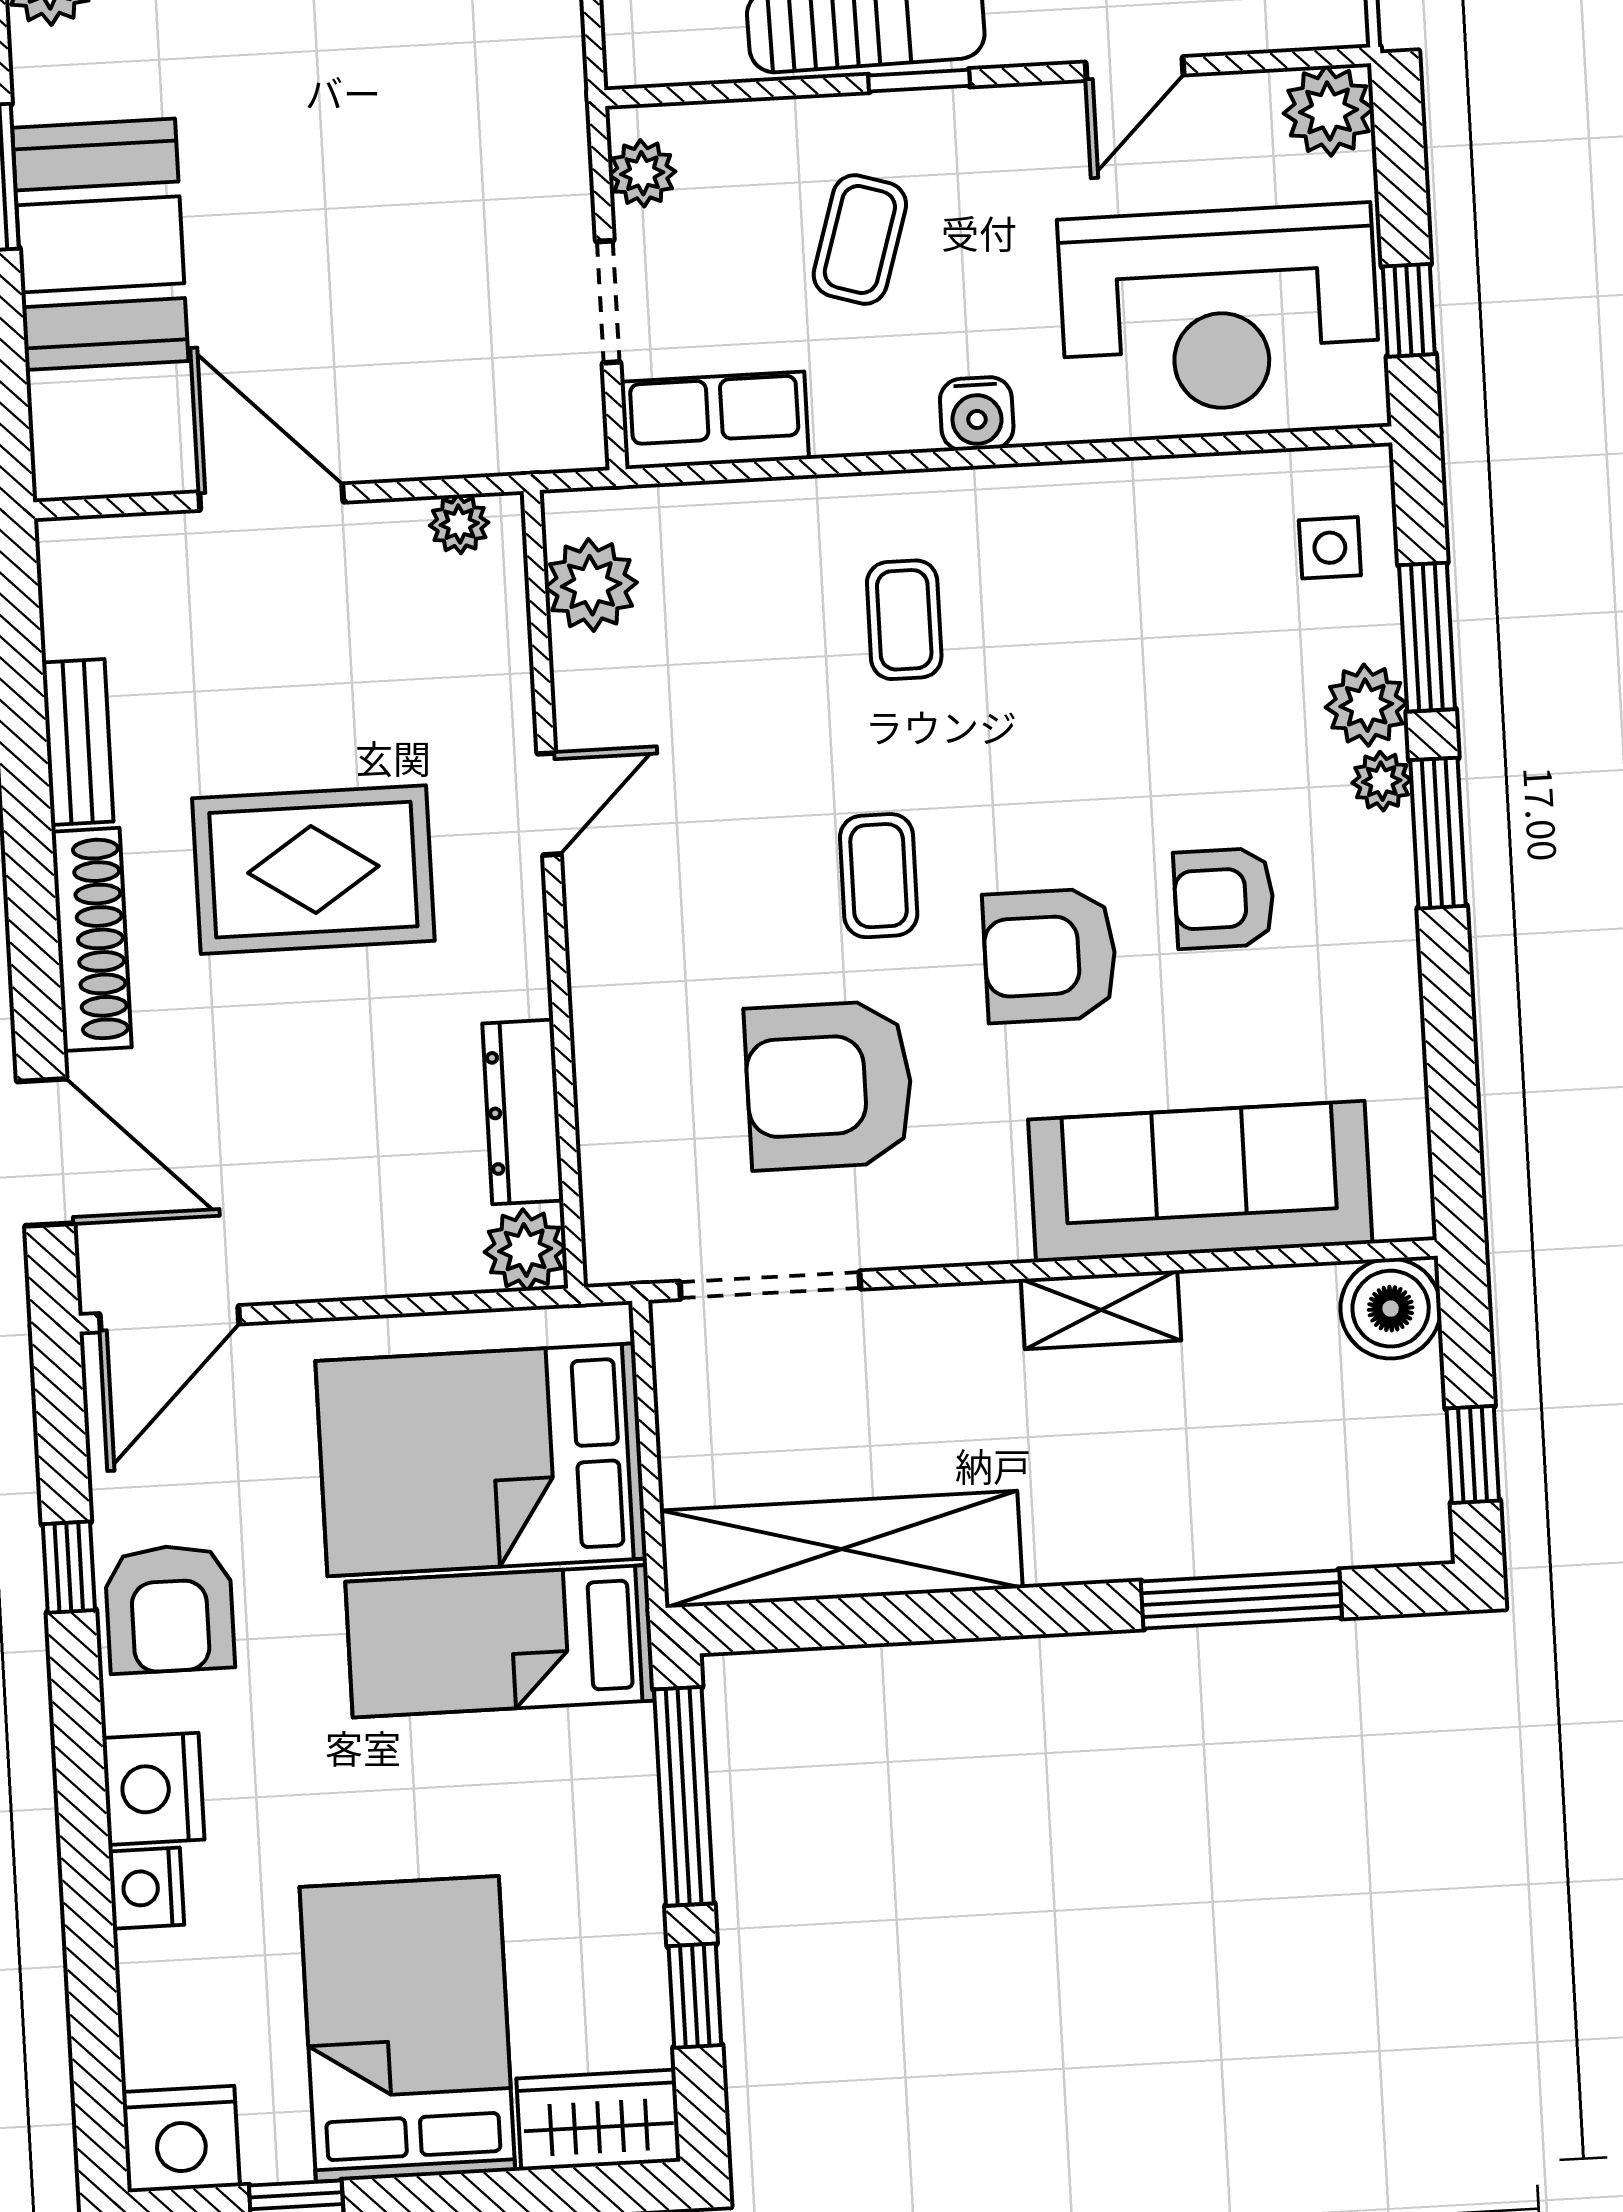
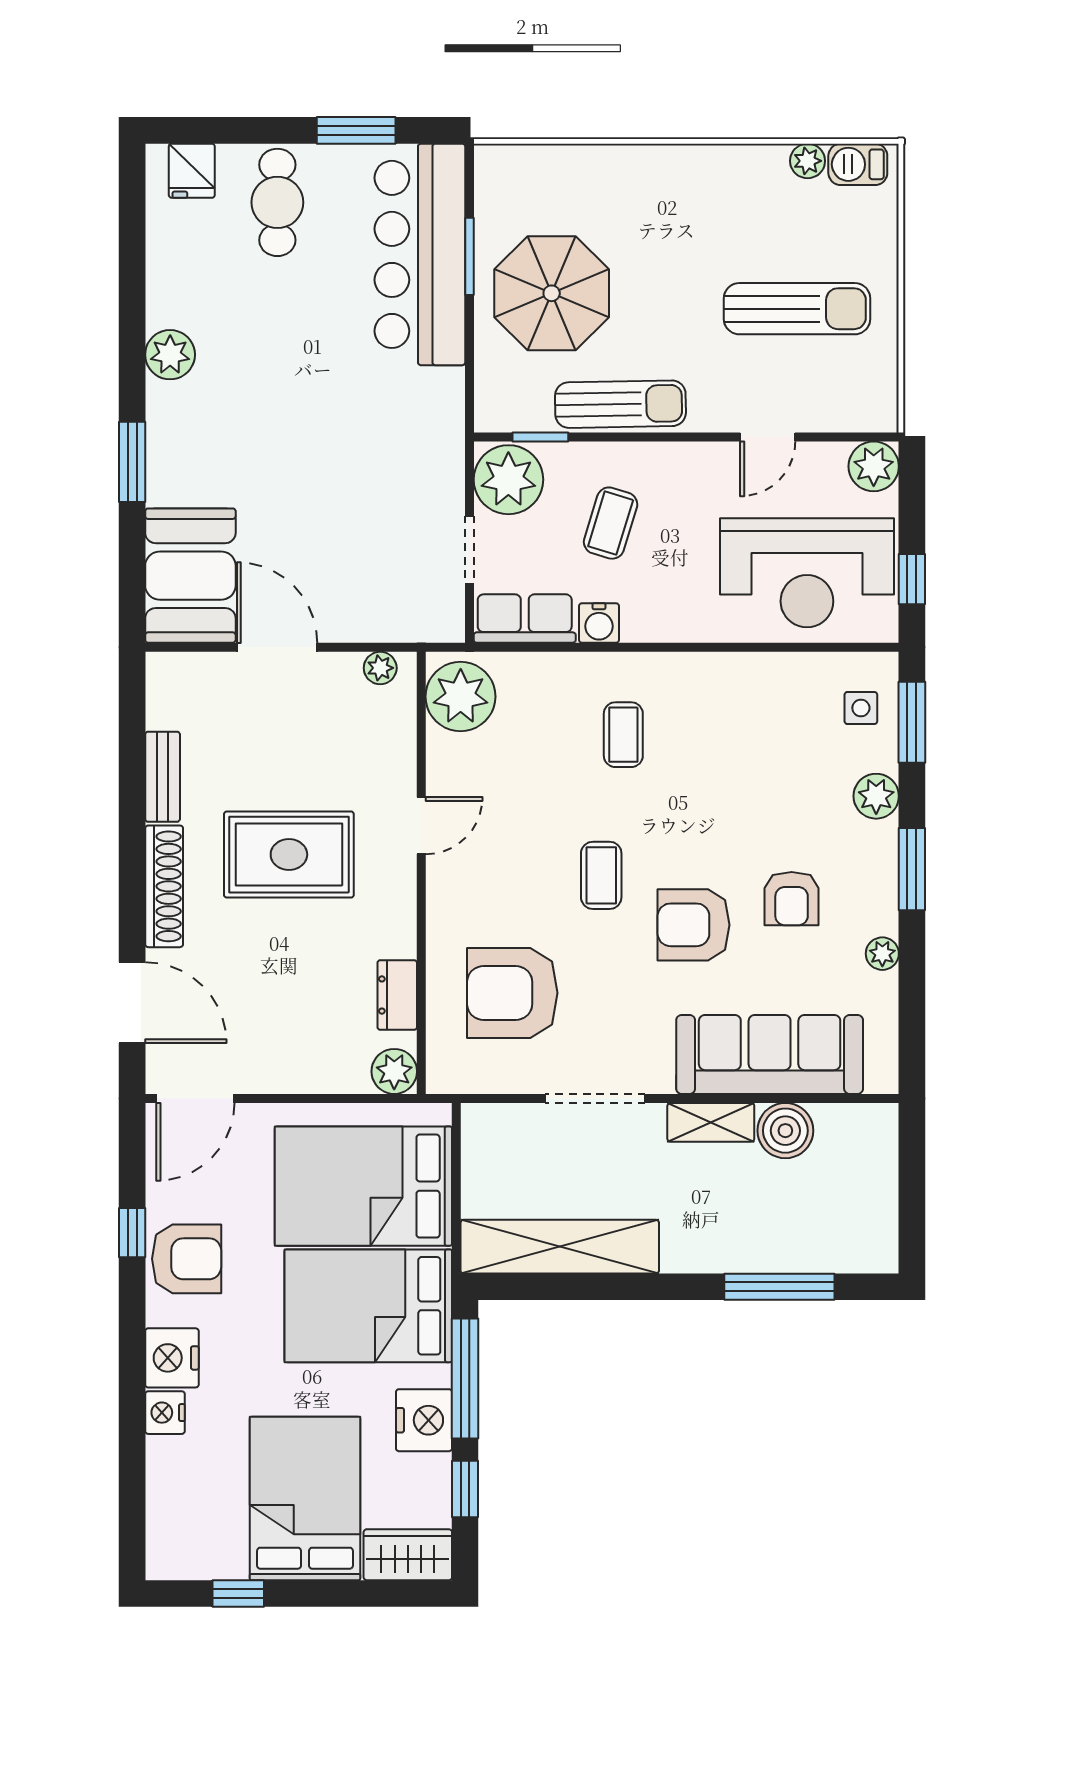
window: (919, 81) -> (540, 437), moved
plant: (642, 173) -> (508, 480), width x1.88, depth x1.88
booth: (100, 244) -> (190, 576), moved
water cooler: (977, 414) -> (599, 623), moved
plant: (591, 585) -> (461, 697), width x1.36, depth x1.36
window: (1427, 637) -> (912, 722), moved
plant: (1382, 781) -> (882, 954), moved
armchair: (1224, 898) -> (792, 899), turned -90
armchair: (829, 1085) -> (512, 993), moved
dresser: (523, 1112) -> (397, 995), width x0.70
doorway: (770, 1285) -> (595, 1098), moved
boiler: (1391, 1309) -> (785, 1131), moved
window: (1473, 1455) -> (912, 1214), removed
armchair: (170, 1609) -> (187, 1259), turned -90
bed: (500, 1641) -> (368, 1306), width x1.50
nightstand: (181, 2139) -> (424, 1420), moved, turned -90

